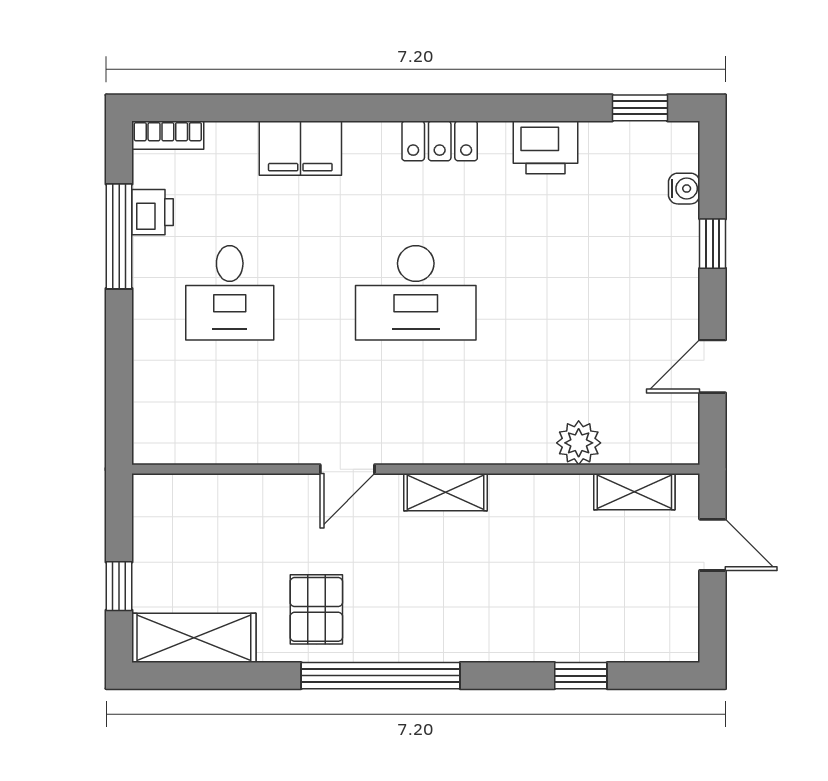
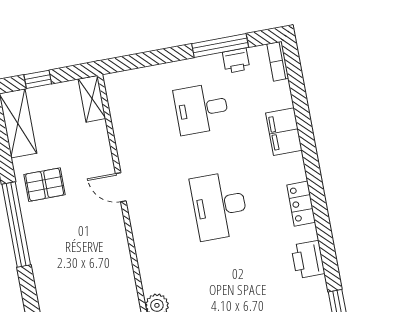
shelving: (445, 492) -> (92, 99), moved

